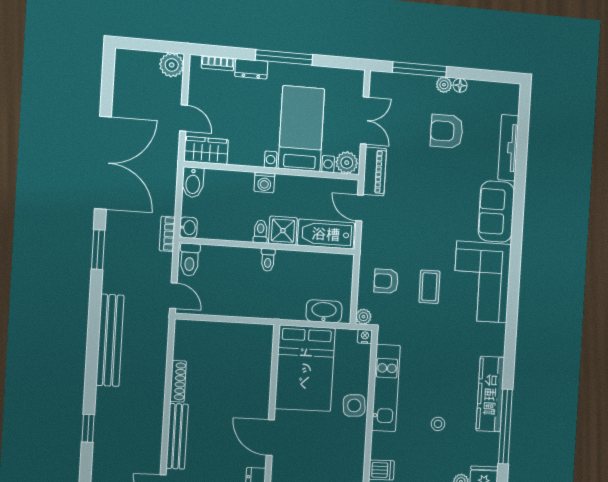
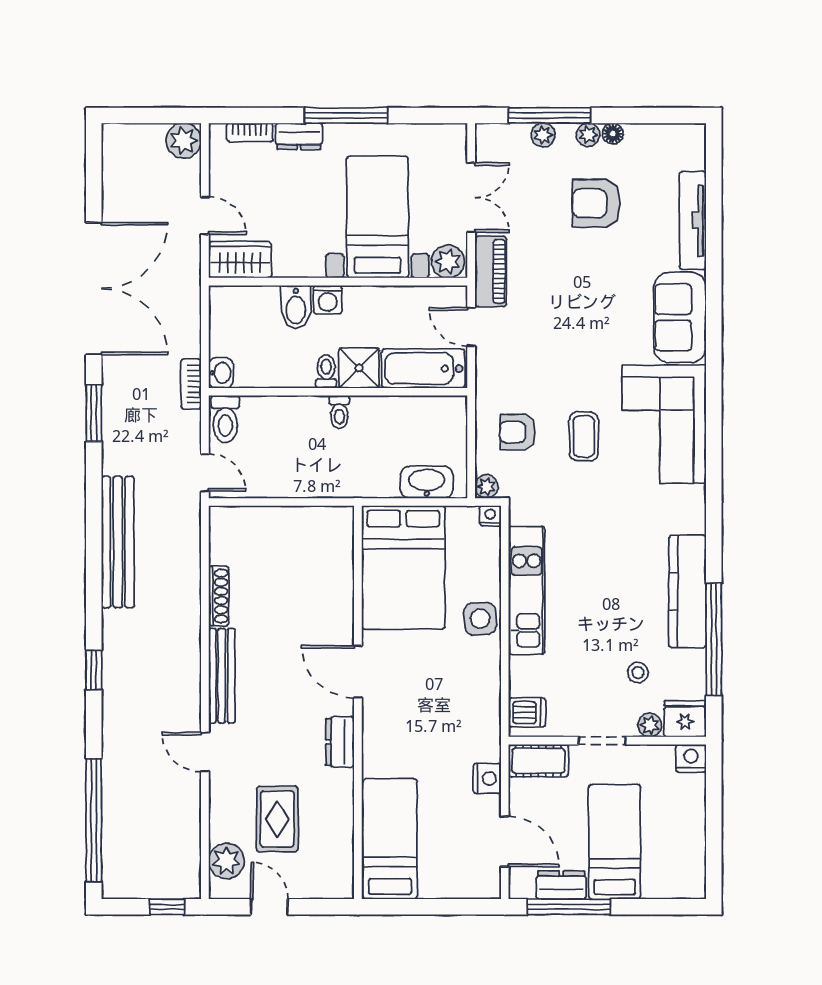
plant: (414, 82) -> (543, 135), added
bidet: (193, 182) -> (296, 307), moved
stool: (438, 424) -> (638, 673), moved

